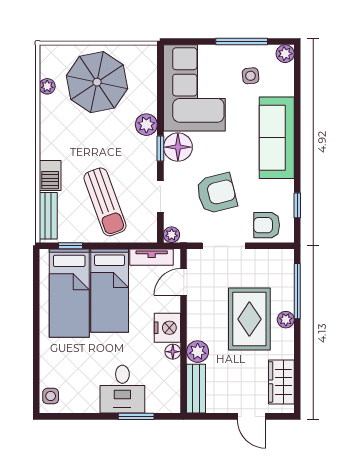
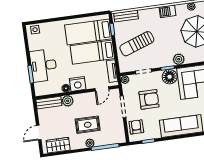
barbecue: (50, 176) -> (168, 11), moved
armchair: (216, 193) -> (149, 99), turned -76
door: (184, 282) -> (102, 89), swing flipped
rug: (249, 319) -> (88, 125), width x0.73, depth x0.70
desk: (122, 389) -> (43, 65), width x1.37

